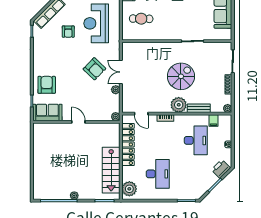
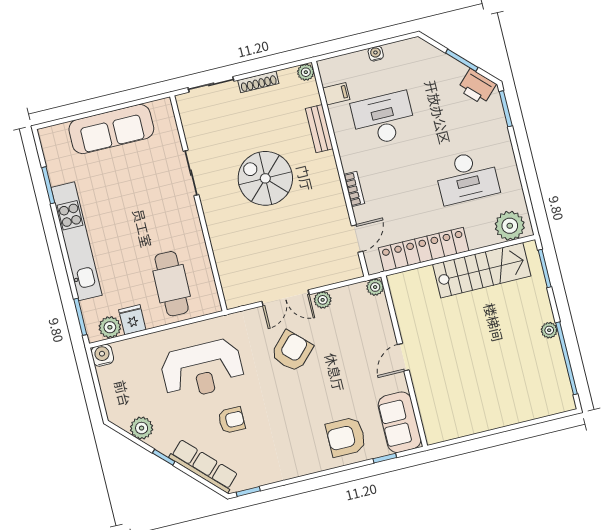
cafe table: (141, 19) -> (172, 284), width x1.37, depth x1.35
plant: (179, 105) -> (322, 169), removed
printer: (221, 169) -> (477, 87), moved
desk: (158, 174) -> (467, 177), turned 180

